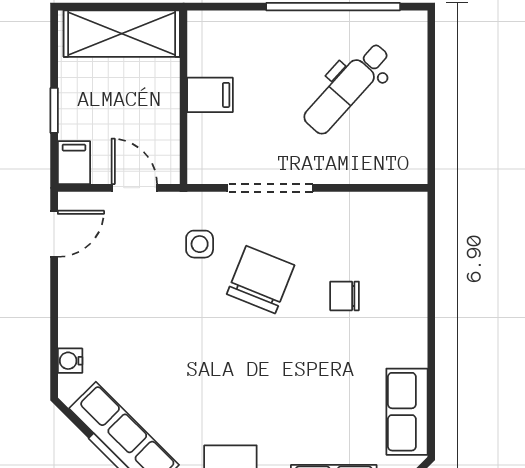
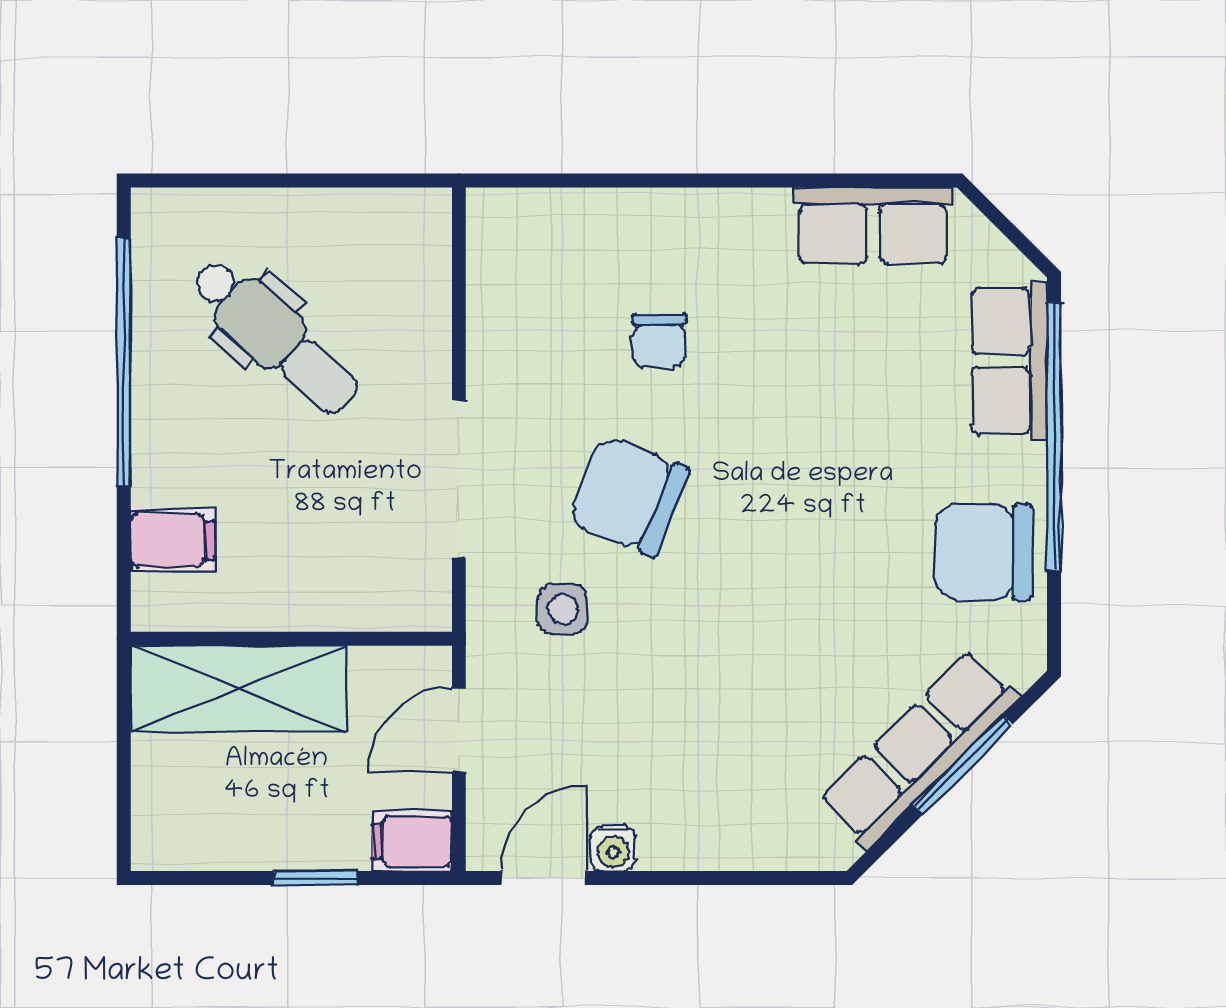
shelving: (122, 34) -> (238, 689), moved, turned 90
filing cabinet: (210, 95) -> (173, 540), moved, turned 90
door: (54, 234) -> (544, 878), hinge flipped
water cooler: (70, 361) -> (613, 849), moved

